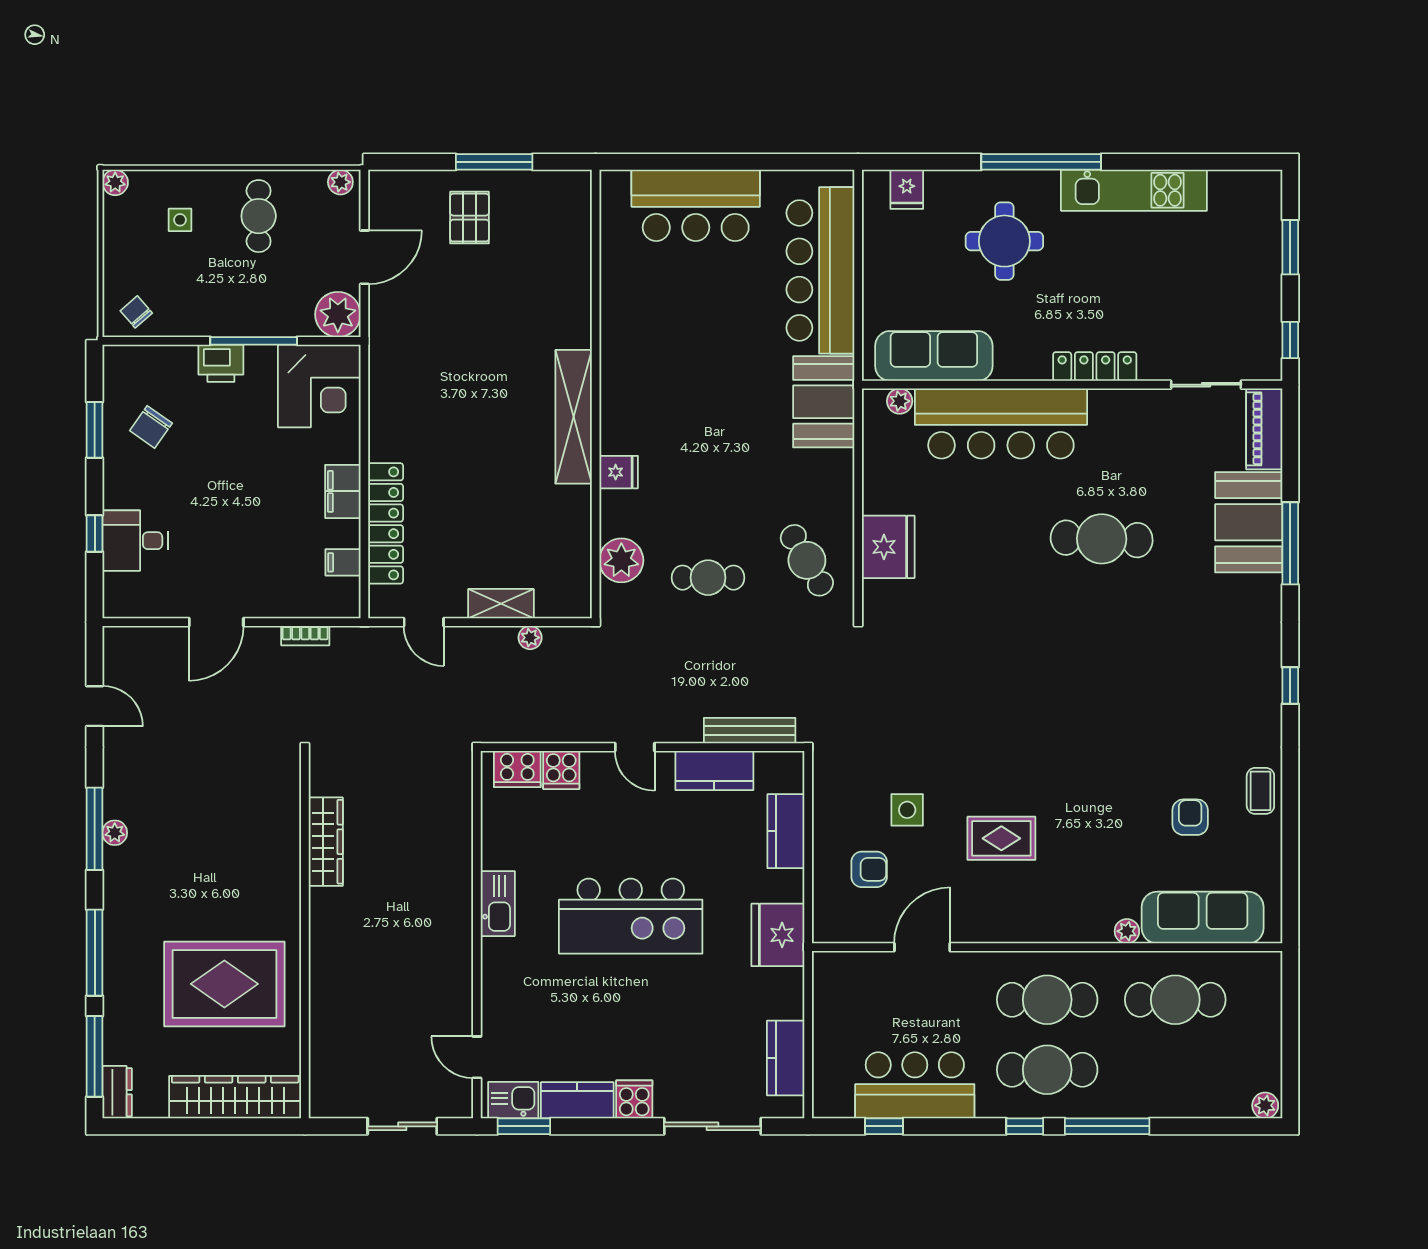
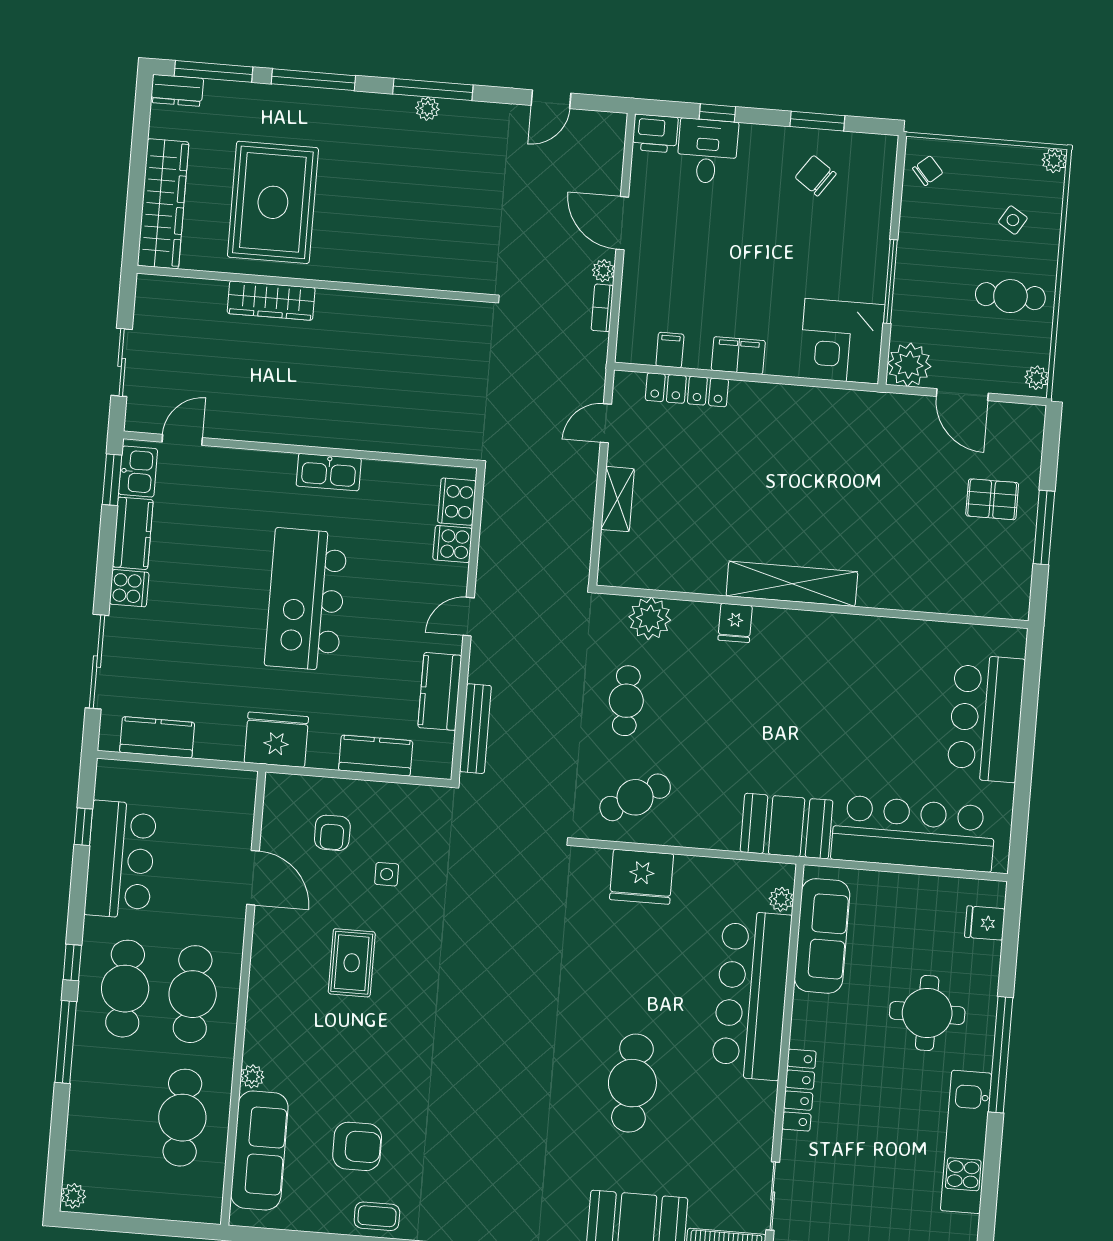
side table: (180, 220) -> (1013, 220), turned 32
printer: (221, 363) -> (655, 133), moved, turned -90
locker: (386, 523) -> (687, 390), width x0.71, depth x0.83
plant: (530, 638) -> (603, 271), moved
side table: (907, 810) -> (387, 874), width x0.73, depth x0.73
armchair: (1190, 817) -> (357, 1146), width x1.38, depth x1.38
wardrobe: (326, 842) -> (271, 301), moved

